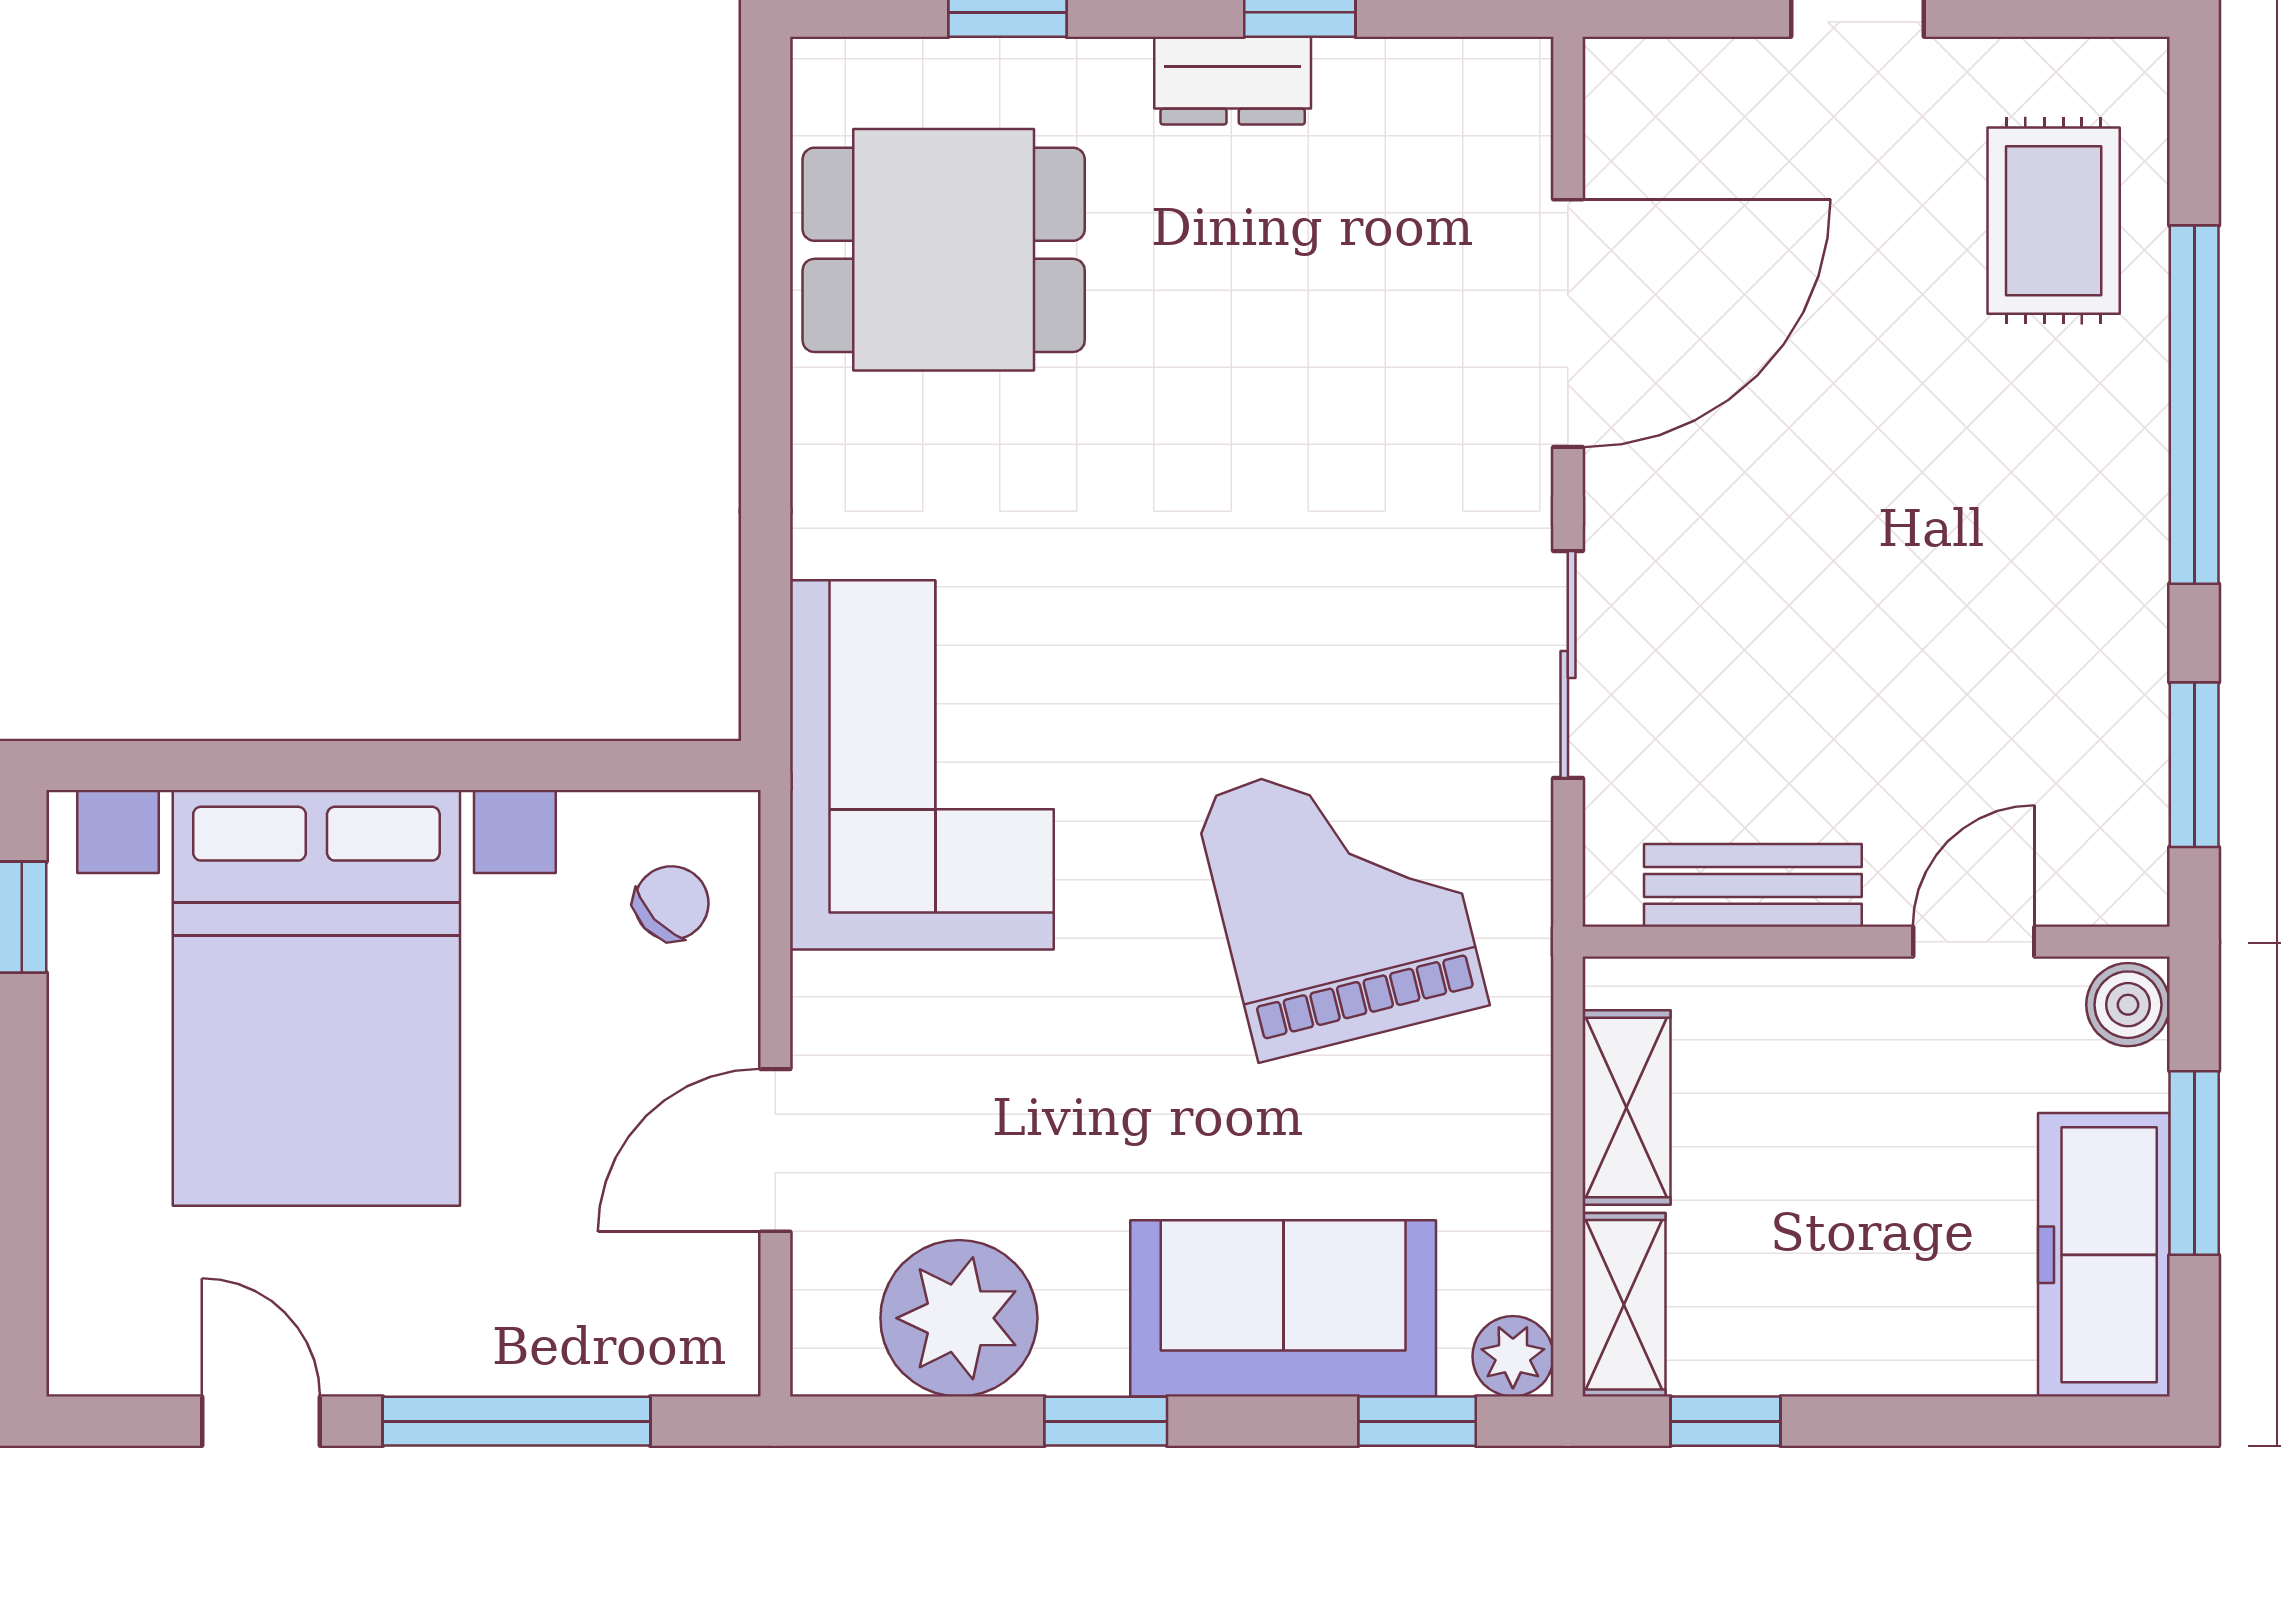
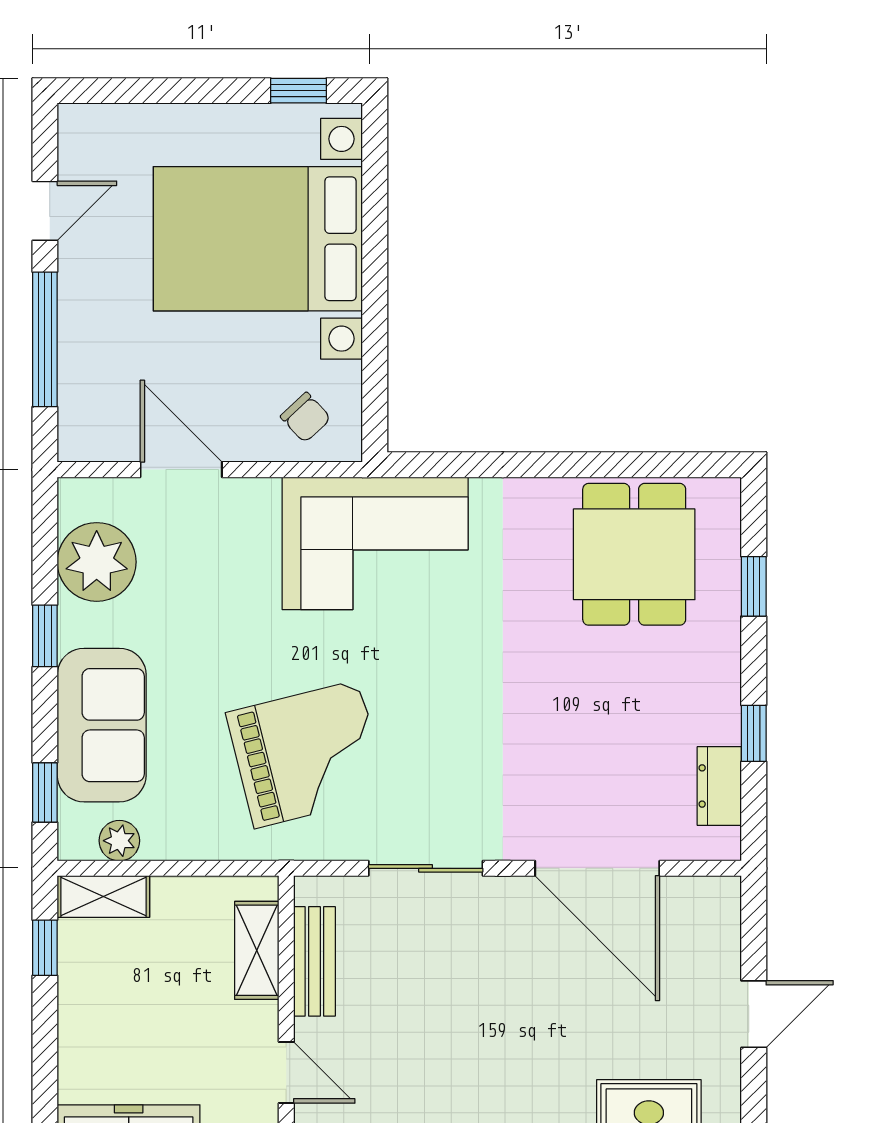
dresser: (1233, 81) -> (719, 786), moved
shelving: (1626, 1108) -> (257, 950), moved, turned 90
plant: (1513, 1356) -> (119, 841), moved

